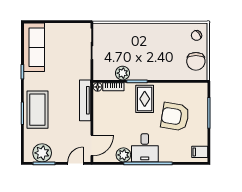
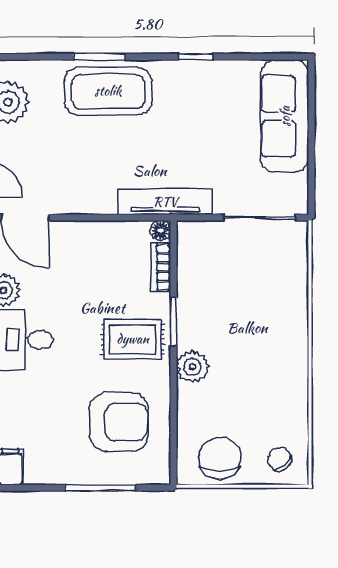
sofa: (34, 47) -> (285, 116), moved, turned 90
chair: (196, 61) -> (220, 458), turned 90
plant: (122, 73) -> (192, 367), moved
tv unit: (85, 100) -> (165, 202), moved
armchair: (175, 117) -> (119, 422), moved, turned 81

